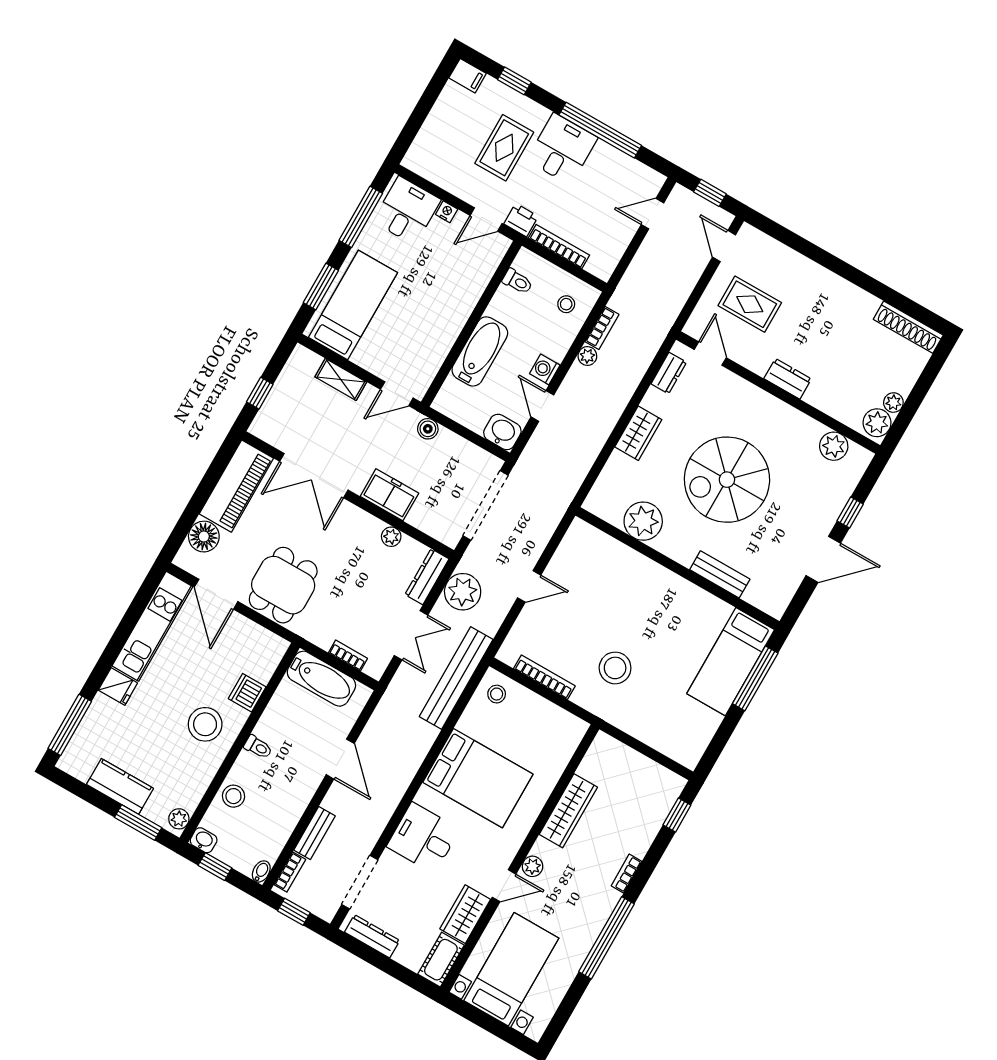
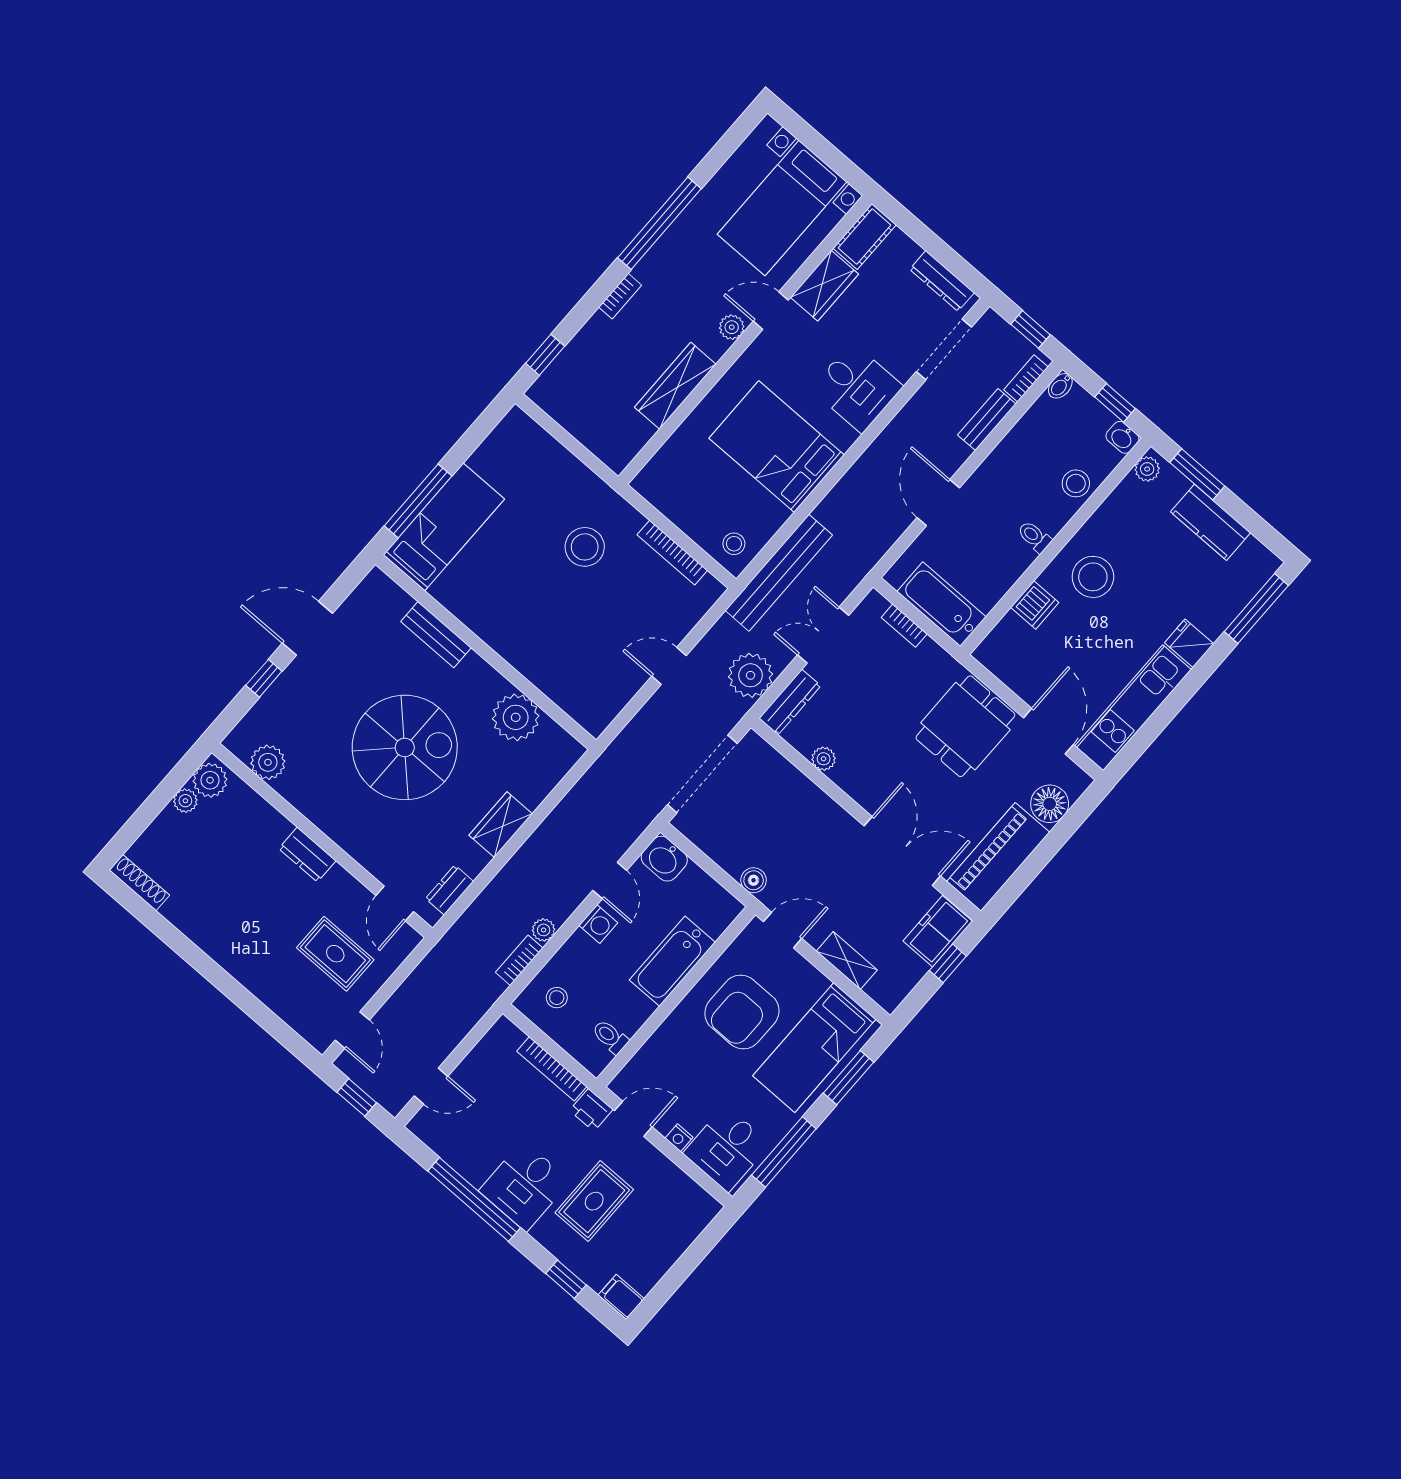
armchair: (416, 322) -> (742, 1012), added
shoe rack: (908, 327) -> (139, 883), width x0.74, depth x0.81
freezer: (389, 495) -> (938, 931), moved, turned 90

